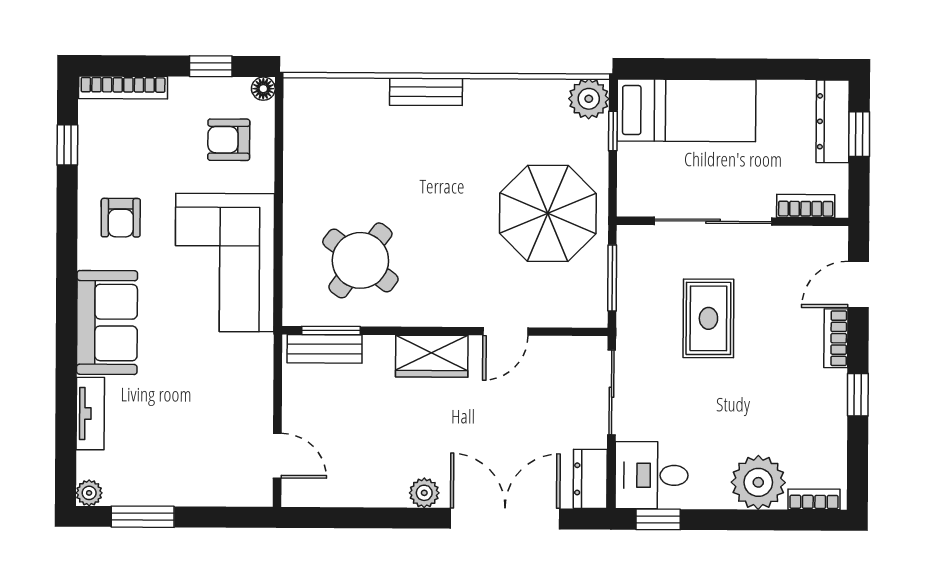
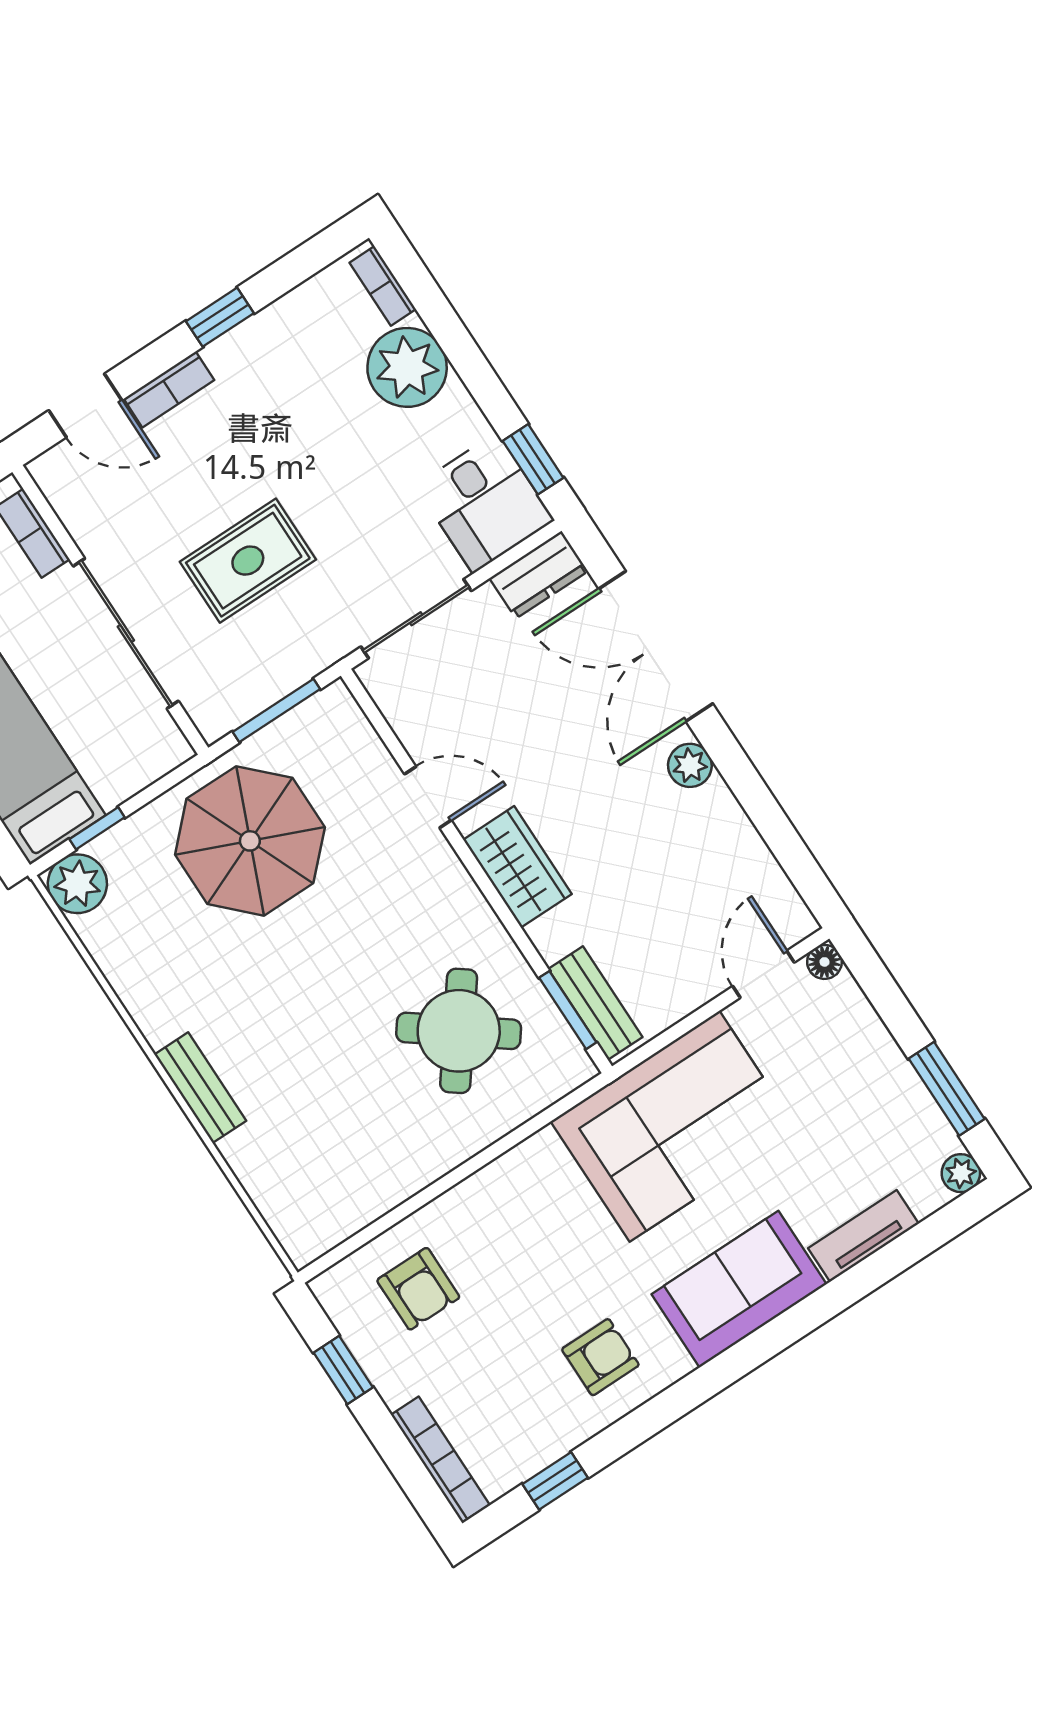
floor lamp: (263, 89) -> (824, 962), moved
corner sofa: (225, 263) -> (674, 1126), moved

